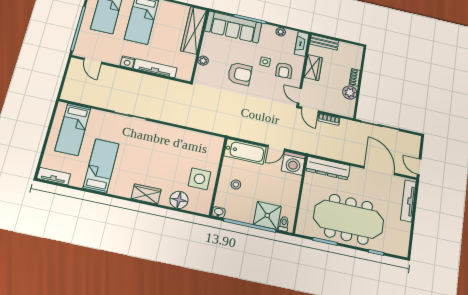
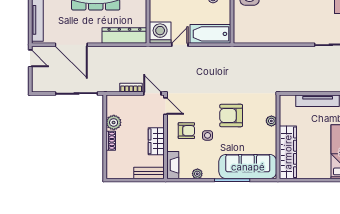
armchair: (284, 70) -> (186, 131), turned 93

